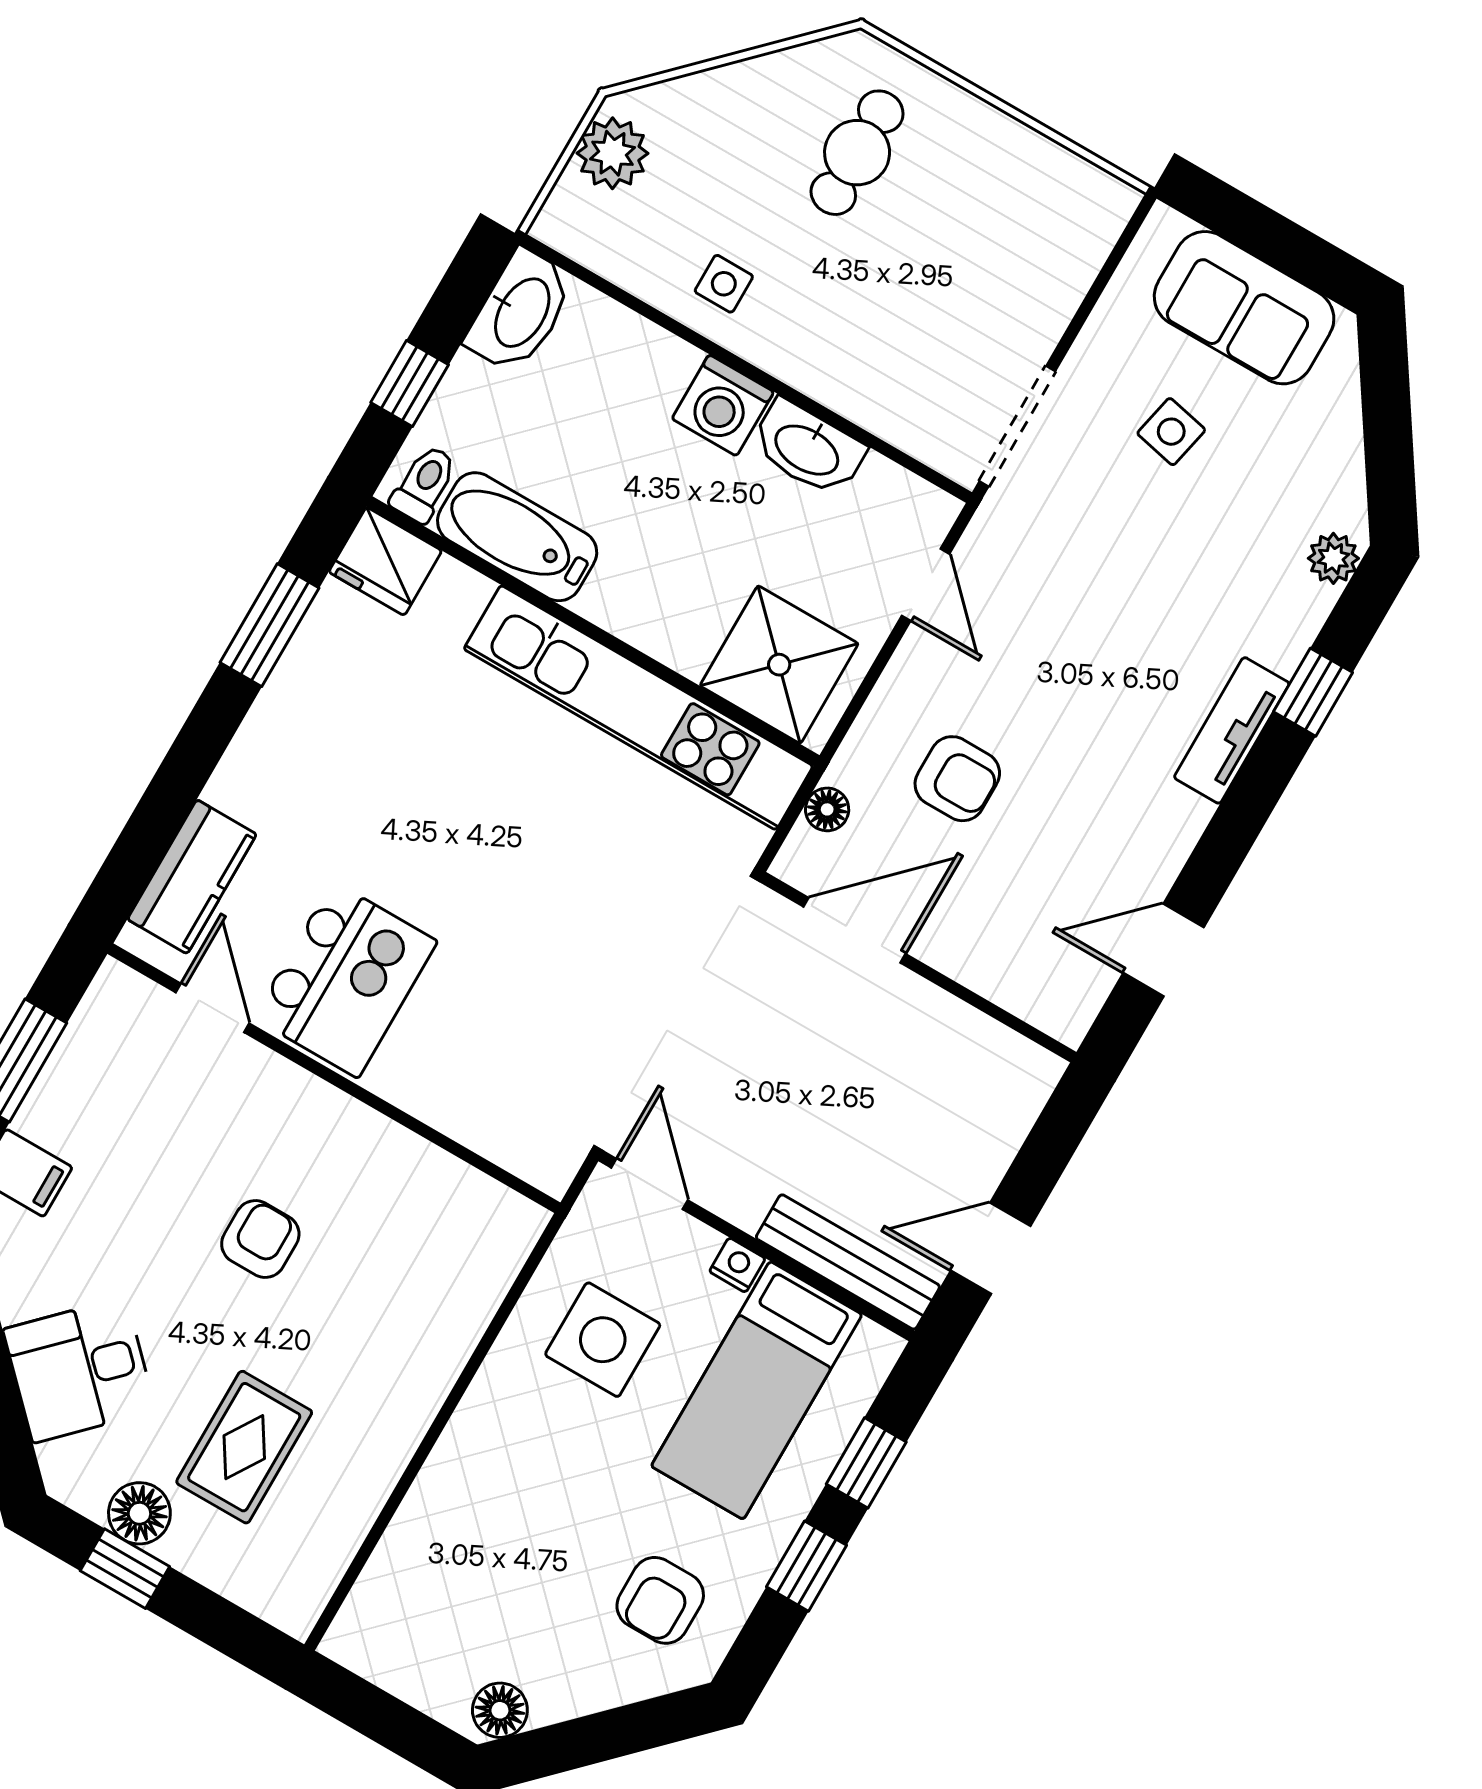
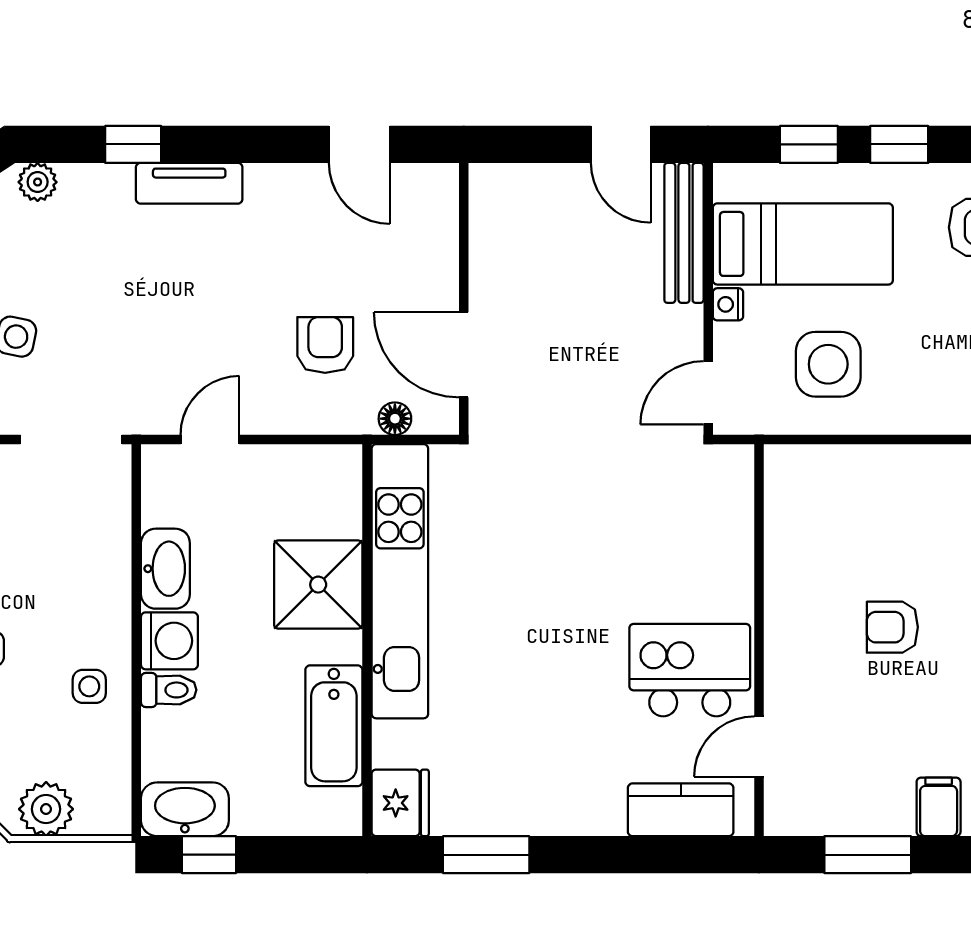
window: (410, 384) -> (209, 855), moved
toilet: (424, 484) -> (169, 690), moved, turned 180
shower: (779, 665) -> (318, 585), moved

